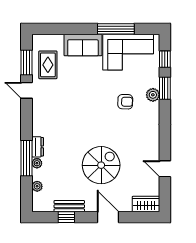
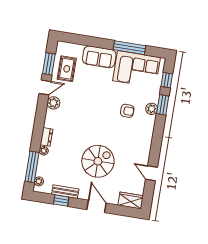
door: (27, 90) -> (45, 87), swing flipped
plant: (39, 106) -> (53, 103), added
window: (27, 158) -> (32, 167), moved
plant: (37, 186) -> (39, 181), moved

